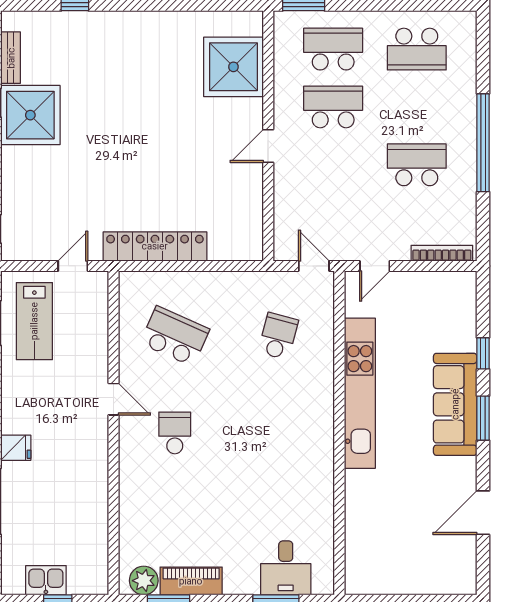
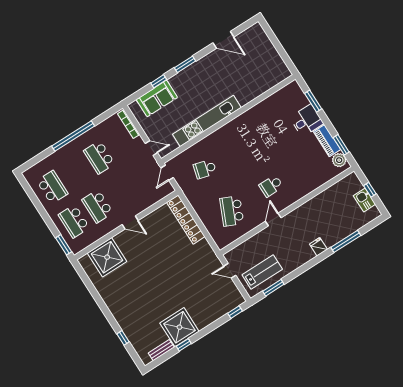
locker: (155, 246) -> (186, 219), moved
sofa: (455, 404) -> (157, 98), moved, width x0.73
desk: (286, 568) -> (307, 121), moved

